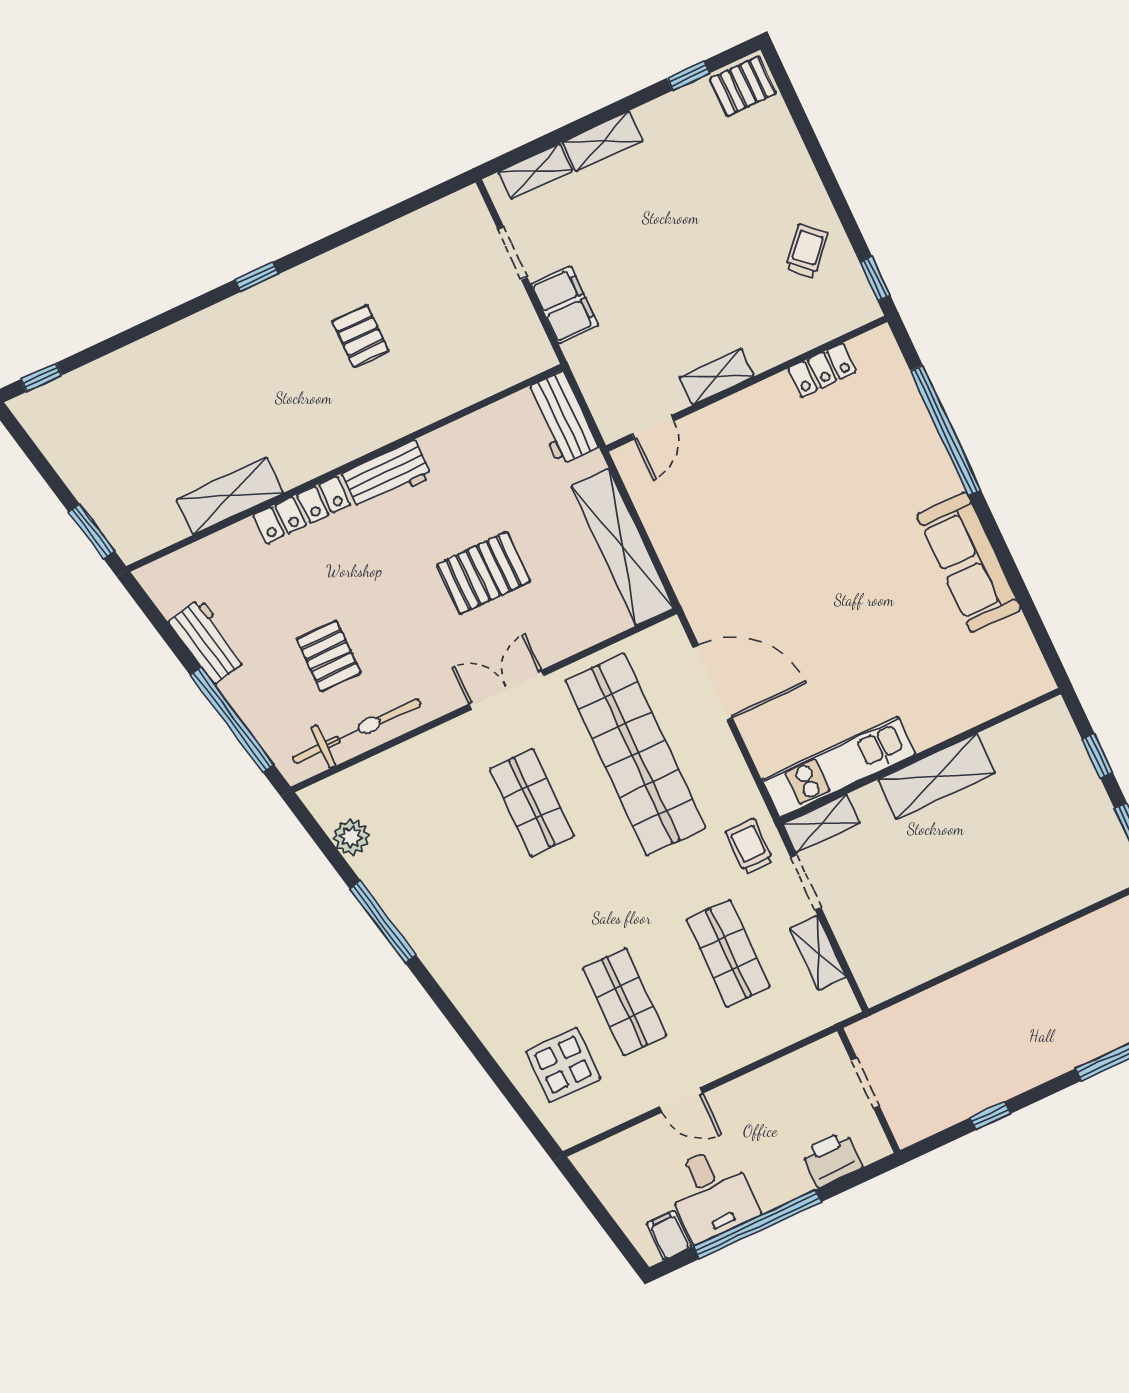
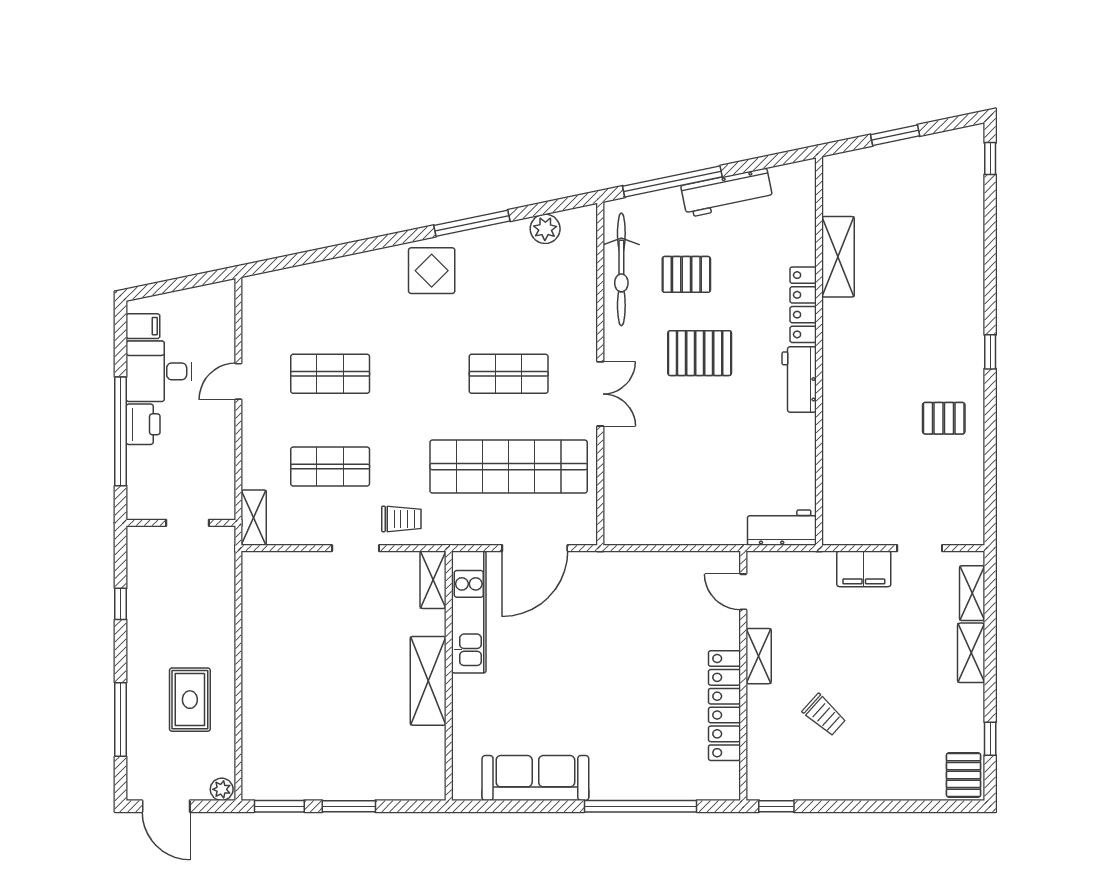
trolley: (806, 251) -> (824, 715), moved
pallet: (361, 336) -> (944, 418), moved
locker: (822, 370) -> (724, 706), width x2.16, depth x1.21
window: (91, 531) -> (895, 135), moved
shelving: (623, 547) -> (666, 528), removed
pallet: (484, 573) -> (700, 353), moved, turned 90
workbench: (208, 641) -> (727, 193), width x1.38
wall: (920, 756) -> (449, 676), moved
window: (1097, 756) -> (349, 806), width x1.50
kitchen unit: (839, 767) -> (469, 612), moved
shelving: (937, 776) -> (428, 681), moved
shelving: (821, 824) -> (433, 580), moved
shelving: (818, 953) -> (254, 518), moved, turned 90
rug: (1061, 989) -> (190, 700), added
display table: (563, 1065) -> (432, 271), moved
printer: (832, 1159) -> (143, 424), moved
window: (757, 1224) -> (121, 431), moved

